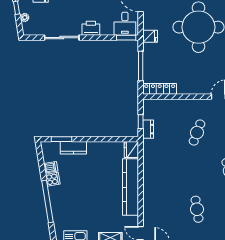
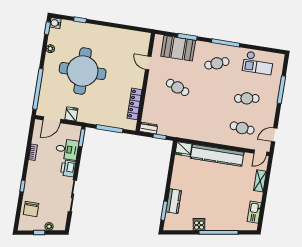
desk: (125, 24) -> (67, 149), moved
fridge: (150, 36) -> (71, 114), moved
locker: (160, 89) -> (135, 104), moved
dresser: (148, 129) -> (149, 128), moved
dishwasher: (51, 167) -> (188, 224), removed
cafe table: (164, 209) -> (242, 128), added

